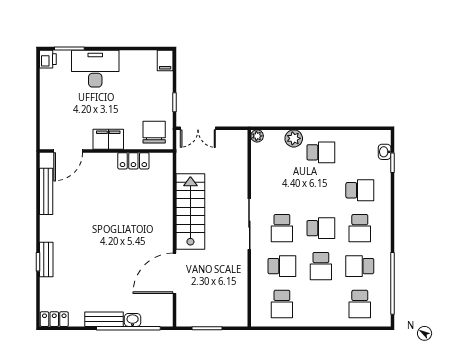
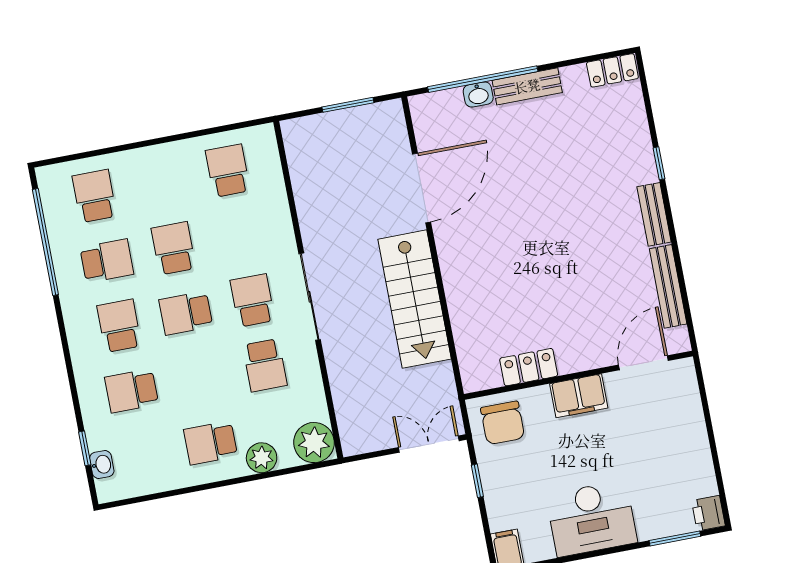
desk: (95, 69) -> (592, 519), moved
plant: (257, 136) -> (314, 443), width x1.88, depth x1.88
bench: (46, 260) -> (654, 214), moved
school desk: (282, 266) -> (265, 365), moved, turned -90

